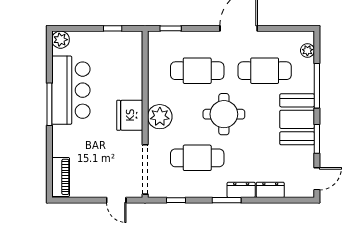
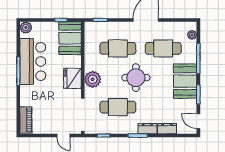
booth: (126, 55) -> (70, 38), added
door: (317, 179) -> (198, 121), swing flipped

